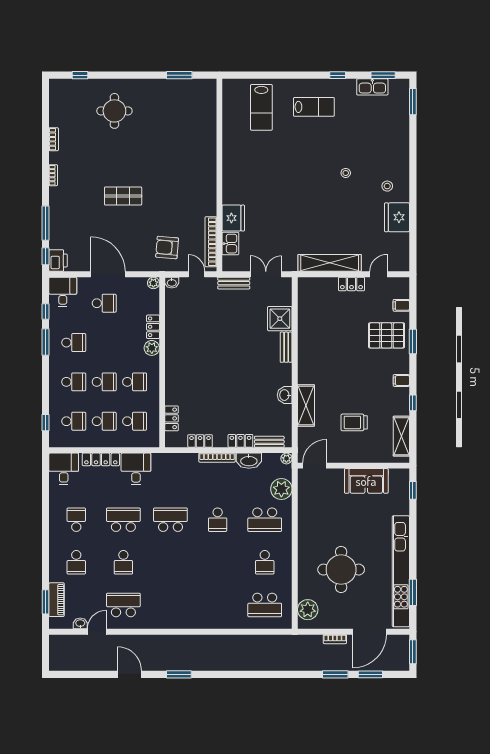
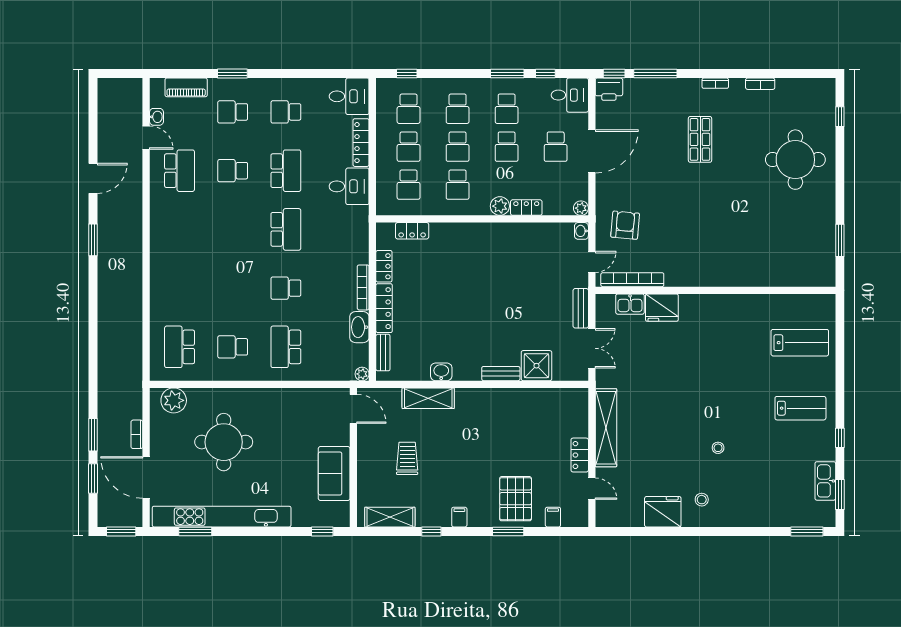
lab bench: (261, 107) -> (800, 343), turned 180
lab bench: (314, 107) -> (800, 408), turned -90
round table: (114, 111) -> (795, 160), width x1.36, depth x1.36
shop shelf: (123, 196) -> (700, 139), moved
school desk: (104, 343) -> (507, 147), added
locker: (240, 441) -> (384, 308), width x1.53
plant: (281, 489) -> (324, 368), removed
school desk: (76, 520) -> (286, 112), turned 180
window: (45, 602) -> (232, 74), moved

